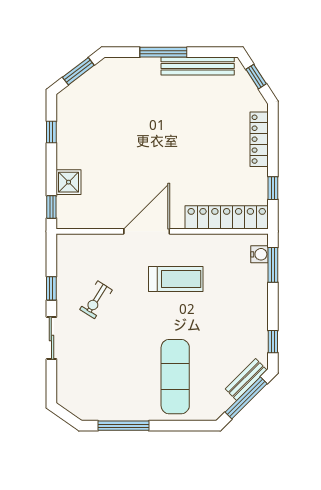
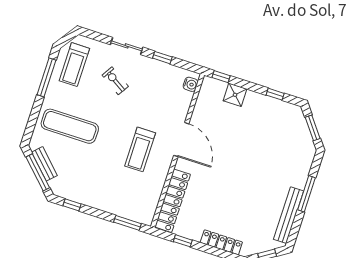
water cooler: (260, 254) -> (191, 84), moved, turned -90
exercise bike: (96, 300) -> (115, 81), moved
bench: (246, 380) -> (44, 164), moved
treadmill: (96, 396) -> (74, 65), added

